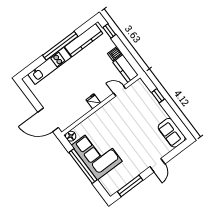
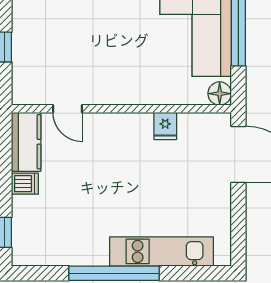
kitchen counter: (84, 40) -> (63, 251), removed
fridge: (93, 101) -> (165, 126), moved

